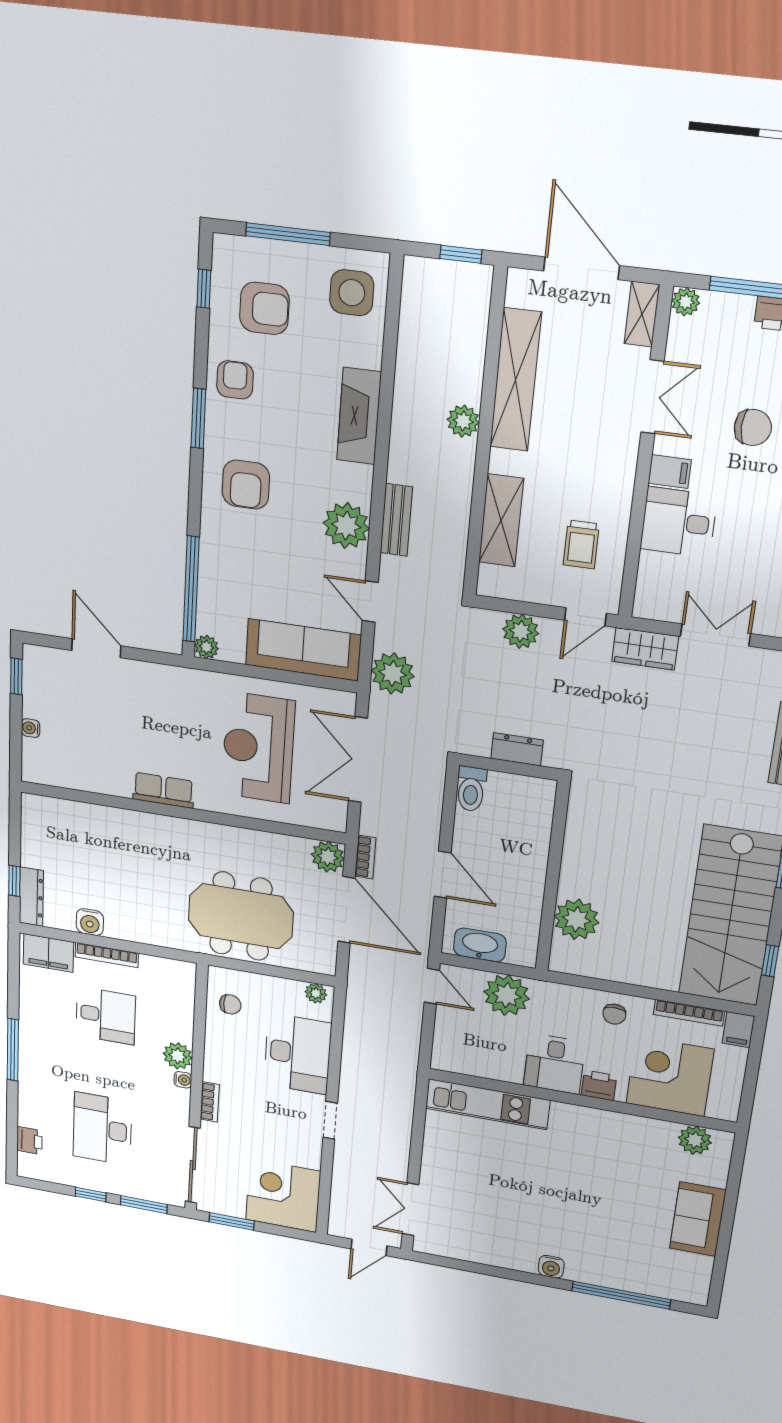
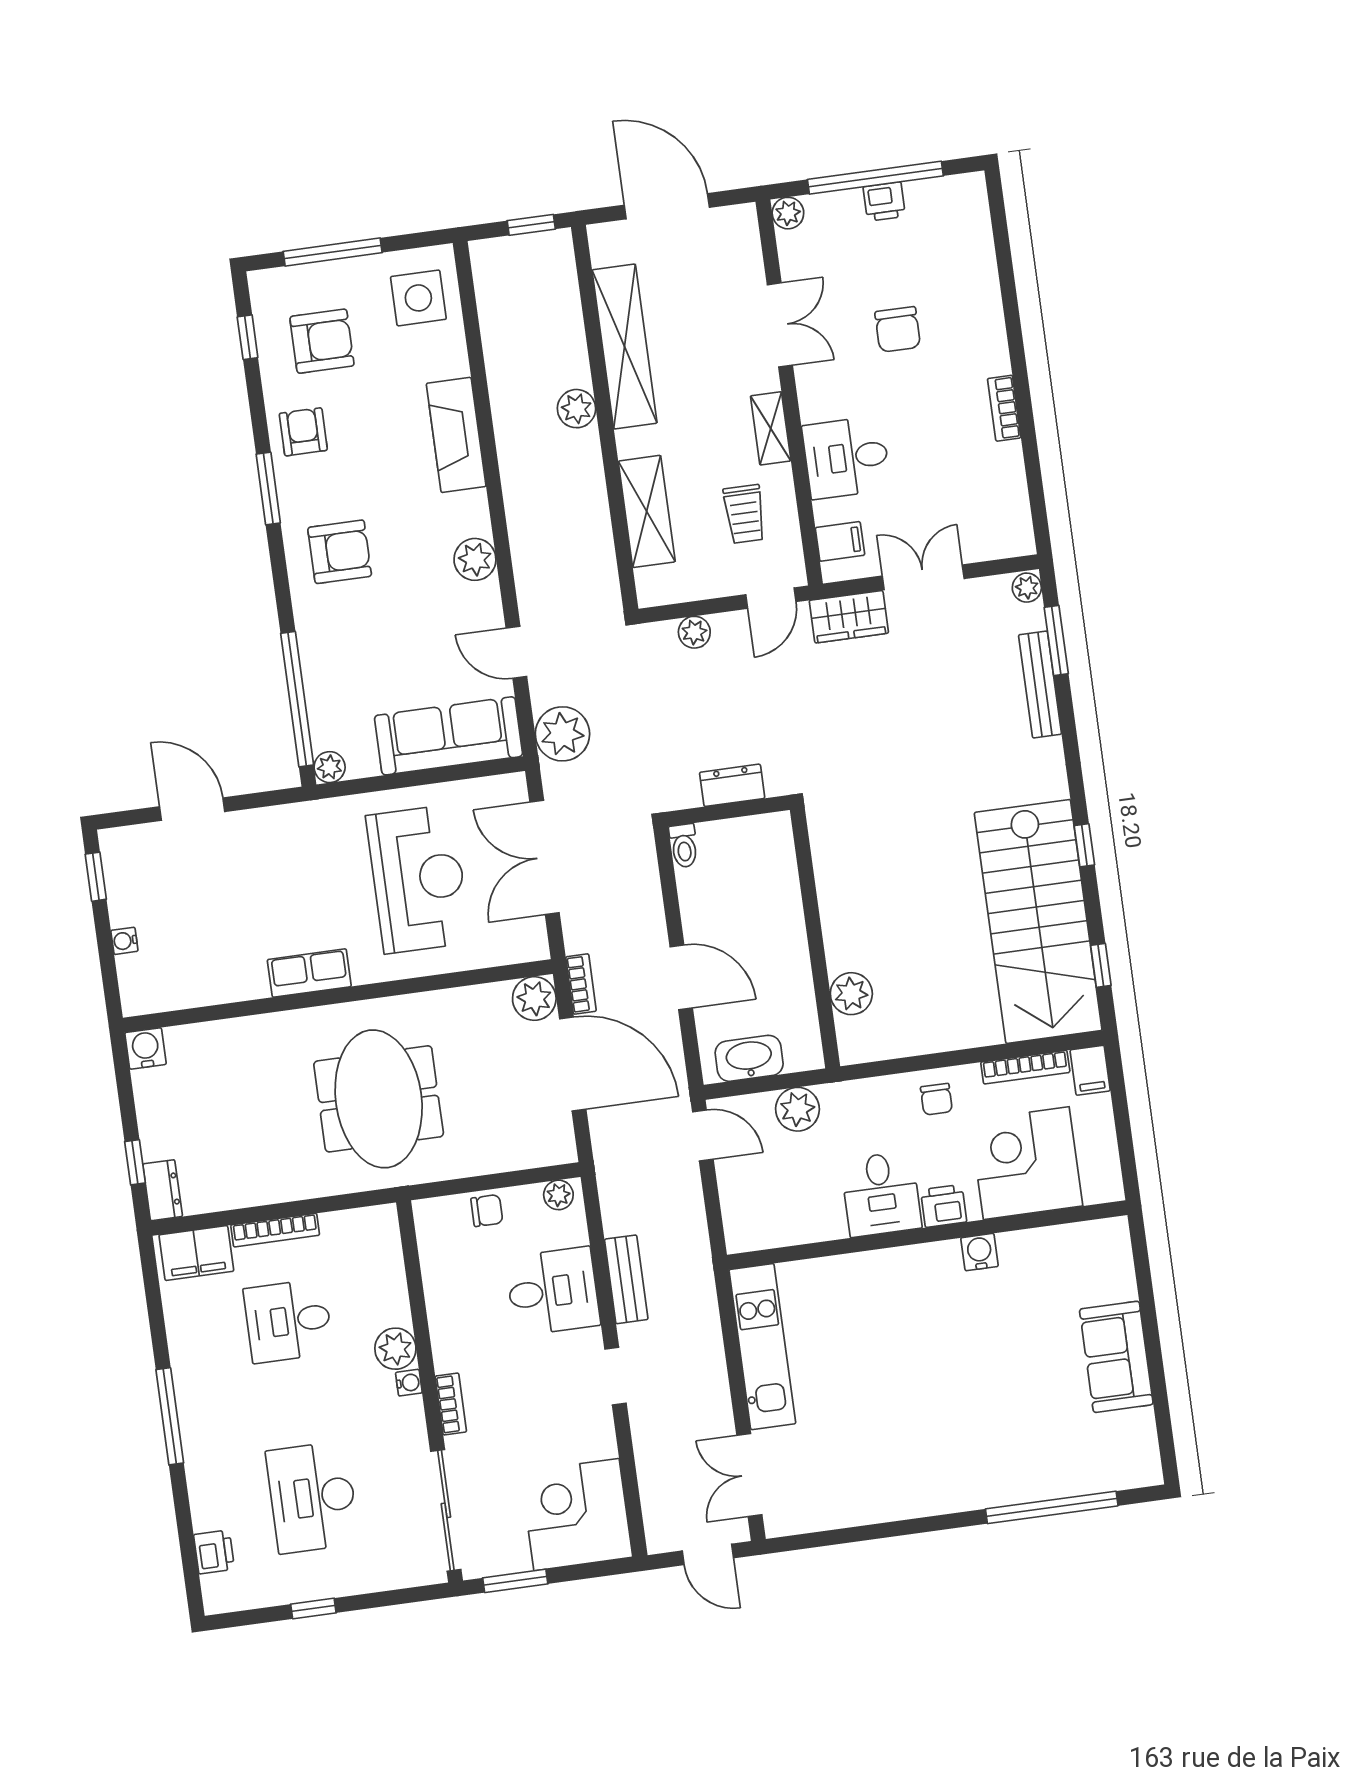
shelving: (642, 314) -> (771, 428), moved
chair: (753, 427) -> (898, 329), turned 90
filing cabinet: (670, 472) -> (840, 541), moved
armchair: (246, 485) -> (340, 552), turned -90
bench: (396, 520) -> (626, 1279), moved
plant: (346, 526) -> (475, 559), width x0.73, depth x0.73
plant: (521, 631) -> (694, 632), width x0.73, depth x0.73
reception desk: (258, 748) -> (418, 879), turned 180
toilet: (471, 789) -> (684, 846), width x0.73, depth x0.72
dresser: (31, 897) -> (163, 1190), width x0.70
meeting table: (241, 916) -> (379, 1099), moved, turned 90
plant: (577, 919) -> (851, 994), width x0.73, depth x0.73
water cooler: (90, 922) -> (146, 1048), moved, turned 180
plant: (507, 995) -> (797, 1109), width x0.73, depth x0.73
chair: (230, 1004) -> (487, 1211), moved
desk: (106, 1016) -> (288, 1321), turned 180
desk: (298, 1054) -> (553, 1291), width x0.73
kitchen unit: (488, 1104) -> (762, 1347), moved, turned -90
plant: (695, 1140) -> (1081, 1243), removed
window: (144, 1205) -> (390, 1598), removed
door: (369, 1247) -> (708, 1554), hinge flipped
water cooler: (551, 1267) -> (980, 1252), moved, turned 180

